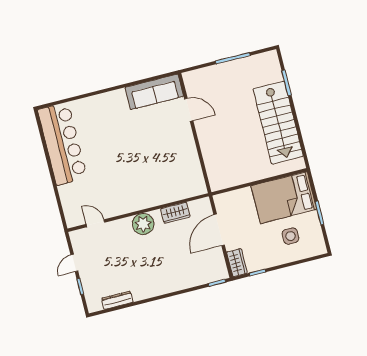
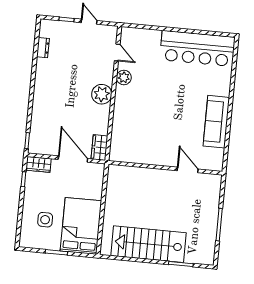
sofa: (154, 92) -> (216, 122), moved
door: (189, 110) -> (188, 170), swing flipped
plant: (118, 208) -> (124, 77), added
wardrobe: (175, 213) -> (99, 148), moved
door: (95, 223) -> (117, 52), hinge flipped
dresser: (117, 300) -> (43, 48), width x0.70

